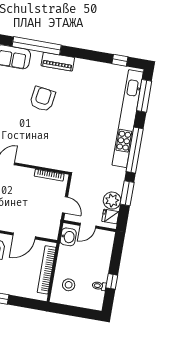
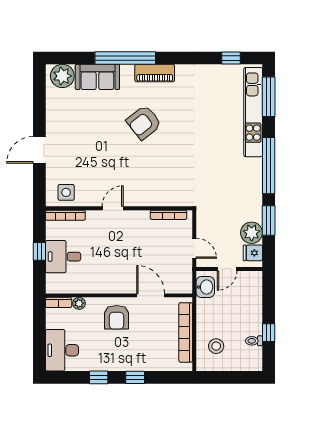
armchair: (43, 99) -> (144, 122), turned -136
kitchen unit: (128, 119) -> (253, 112), width x0.73
door: (24, 236) -> (151, 295), swing flipped

